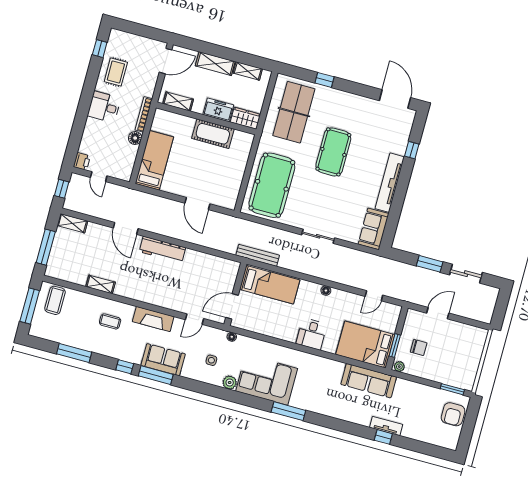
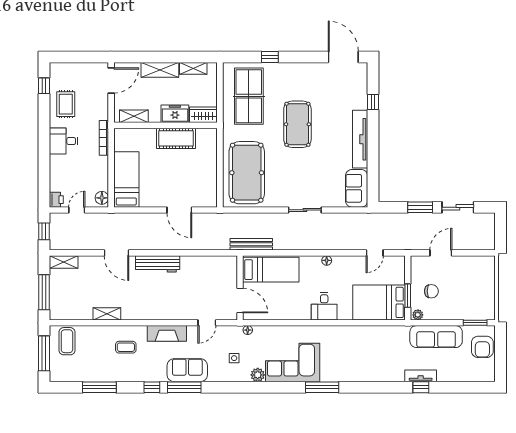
floor lamp: (135, 138) -> (102, 198), moved
door: (99, 177) -> (77, 210), swing flipped
door: (232, 306) -> (240, 301), swing flipped
sofa: (369, 381) -> (436, 337), moved

